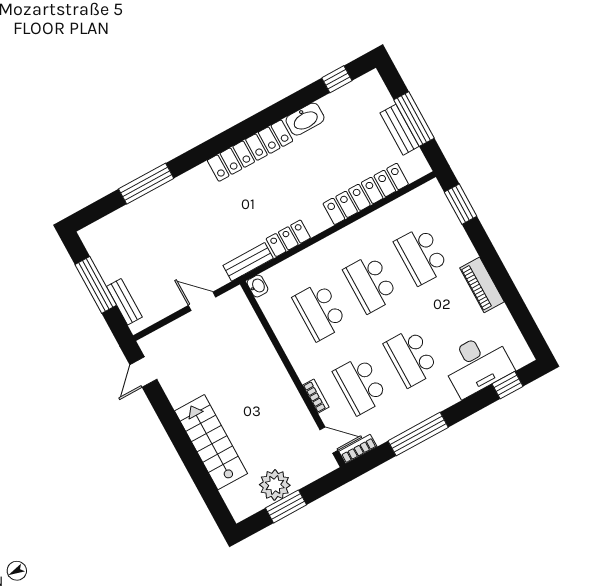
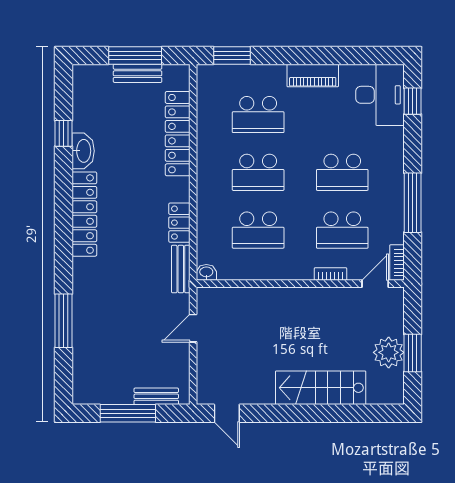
window: (337, 79) -> (63, 133), moved
desk: (477, 364) -> (380, 95), moved

